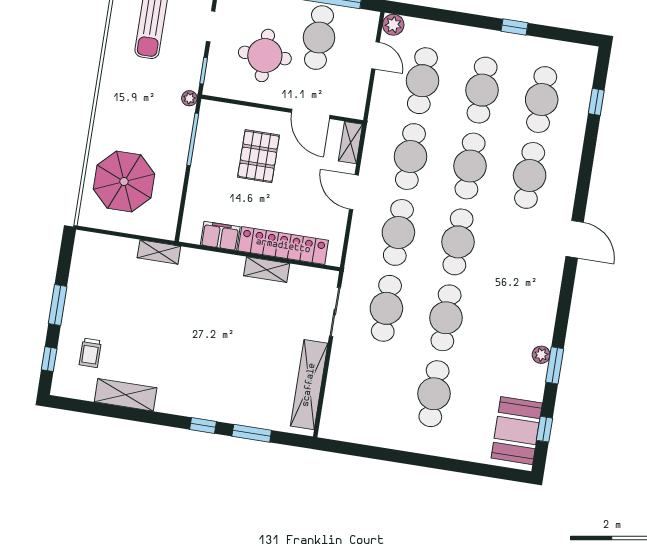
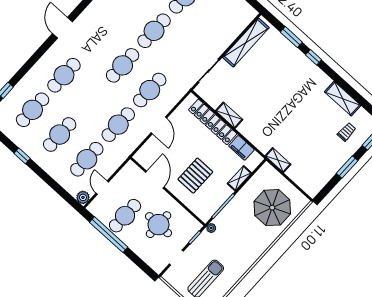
shelving: (350, 143) -> (239, 178), moved
cafe table: (470, 166) -> (91, 100), removed
cafe table: (386, 308) -> (181, 55), removed

